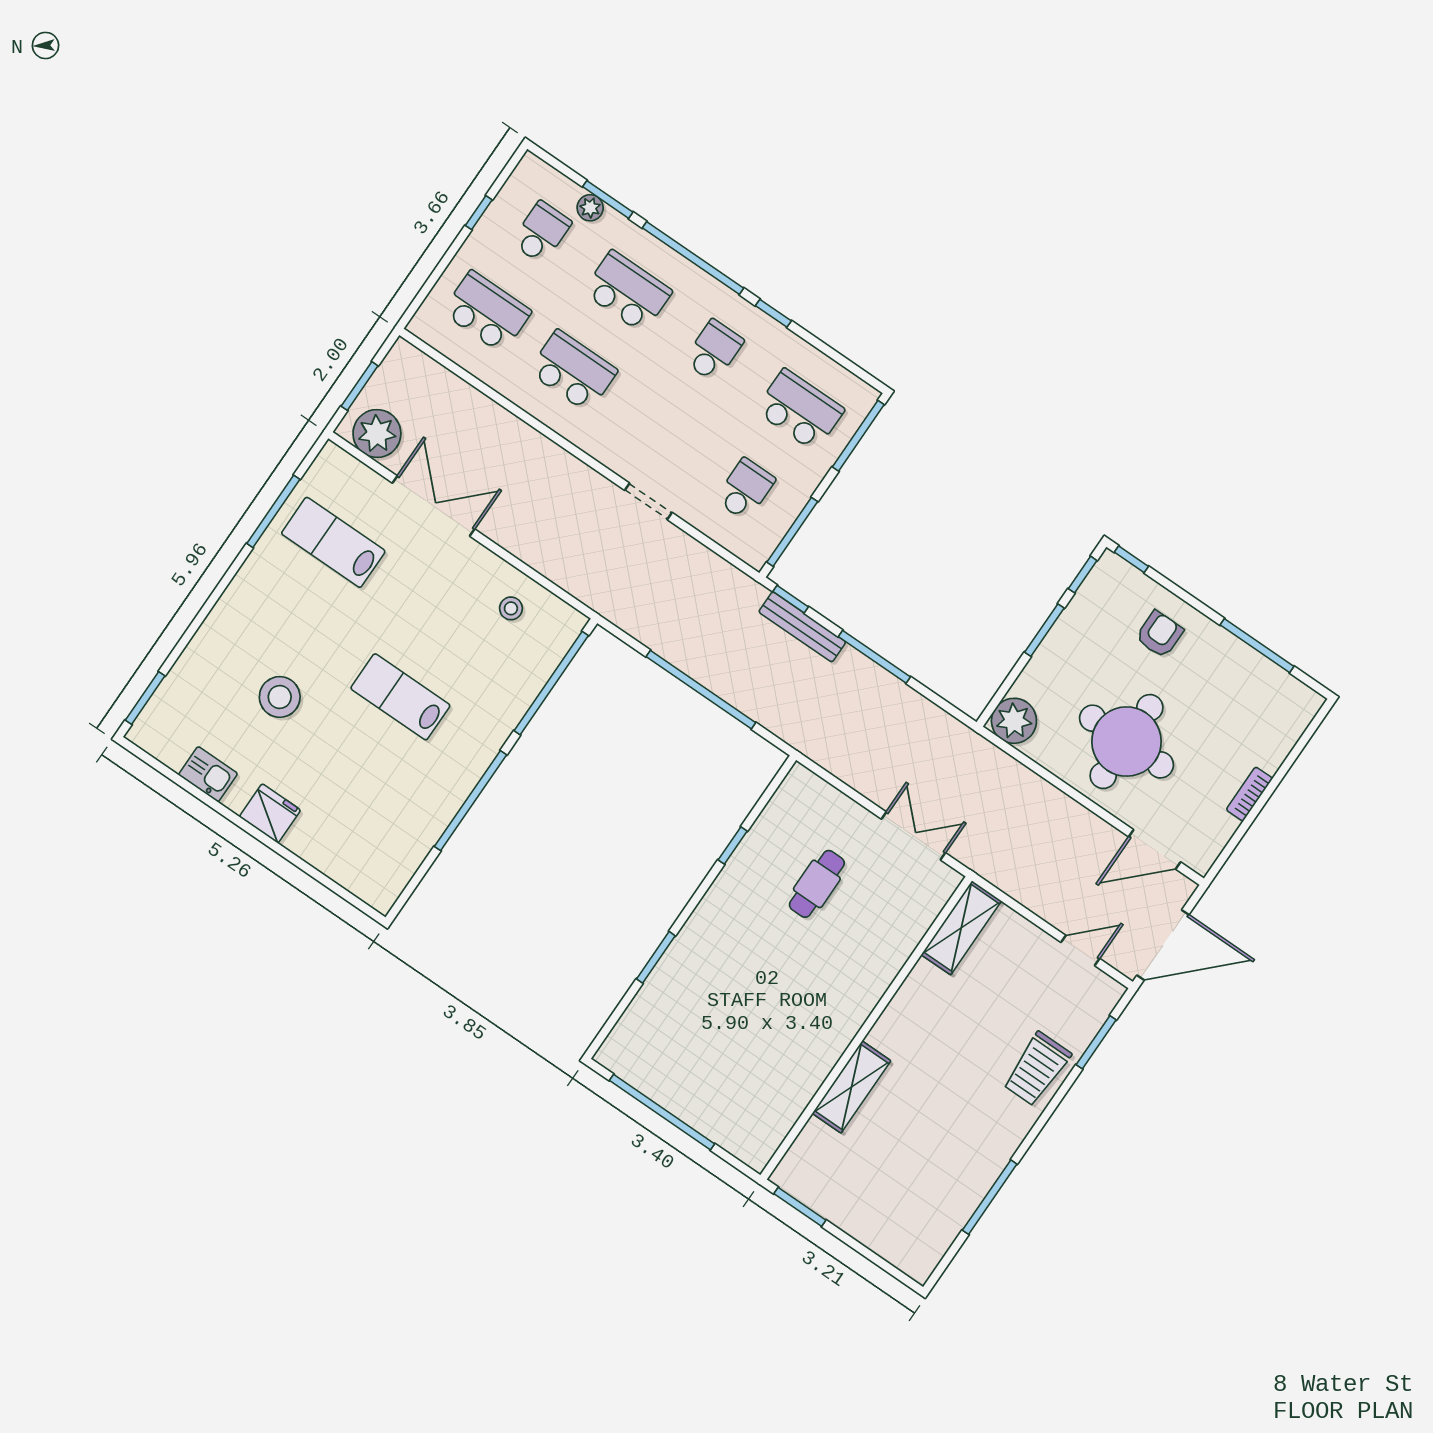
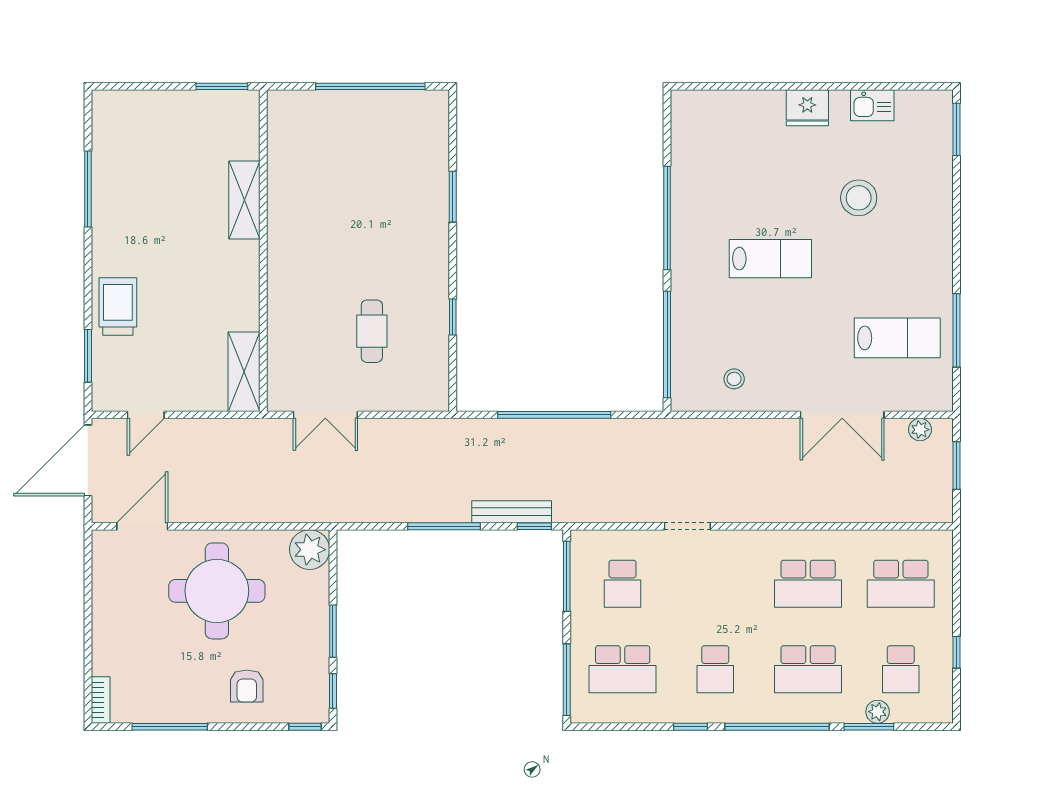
plant: (377, 434) -> (920, 430), width x0.53, depth x0.53
bookcase: (1249, 794) -> (101, 700), moved

